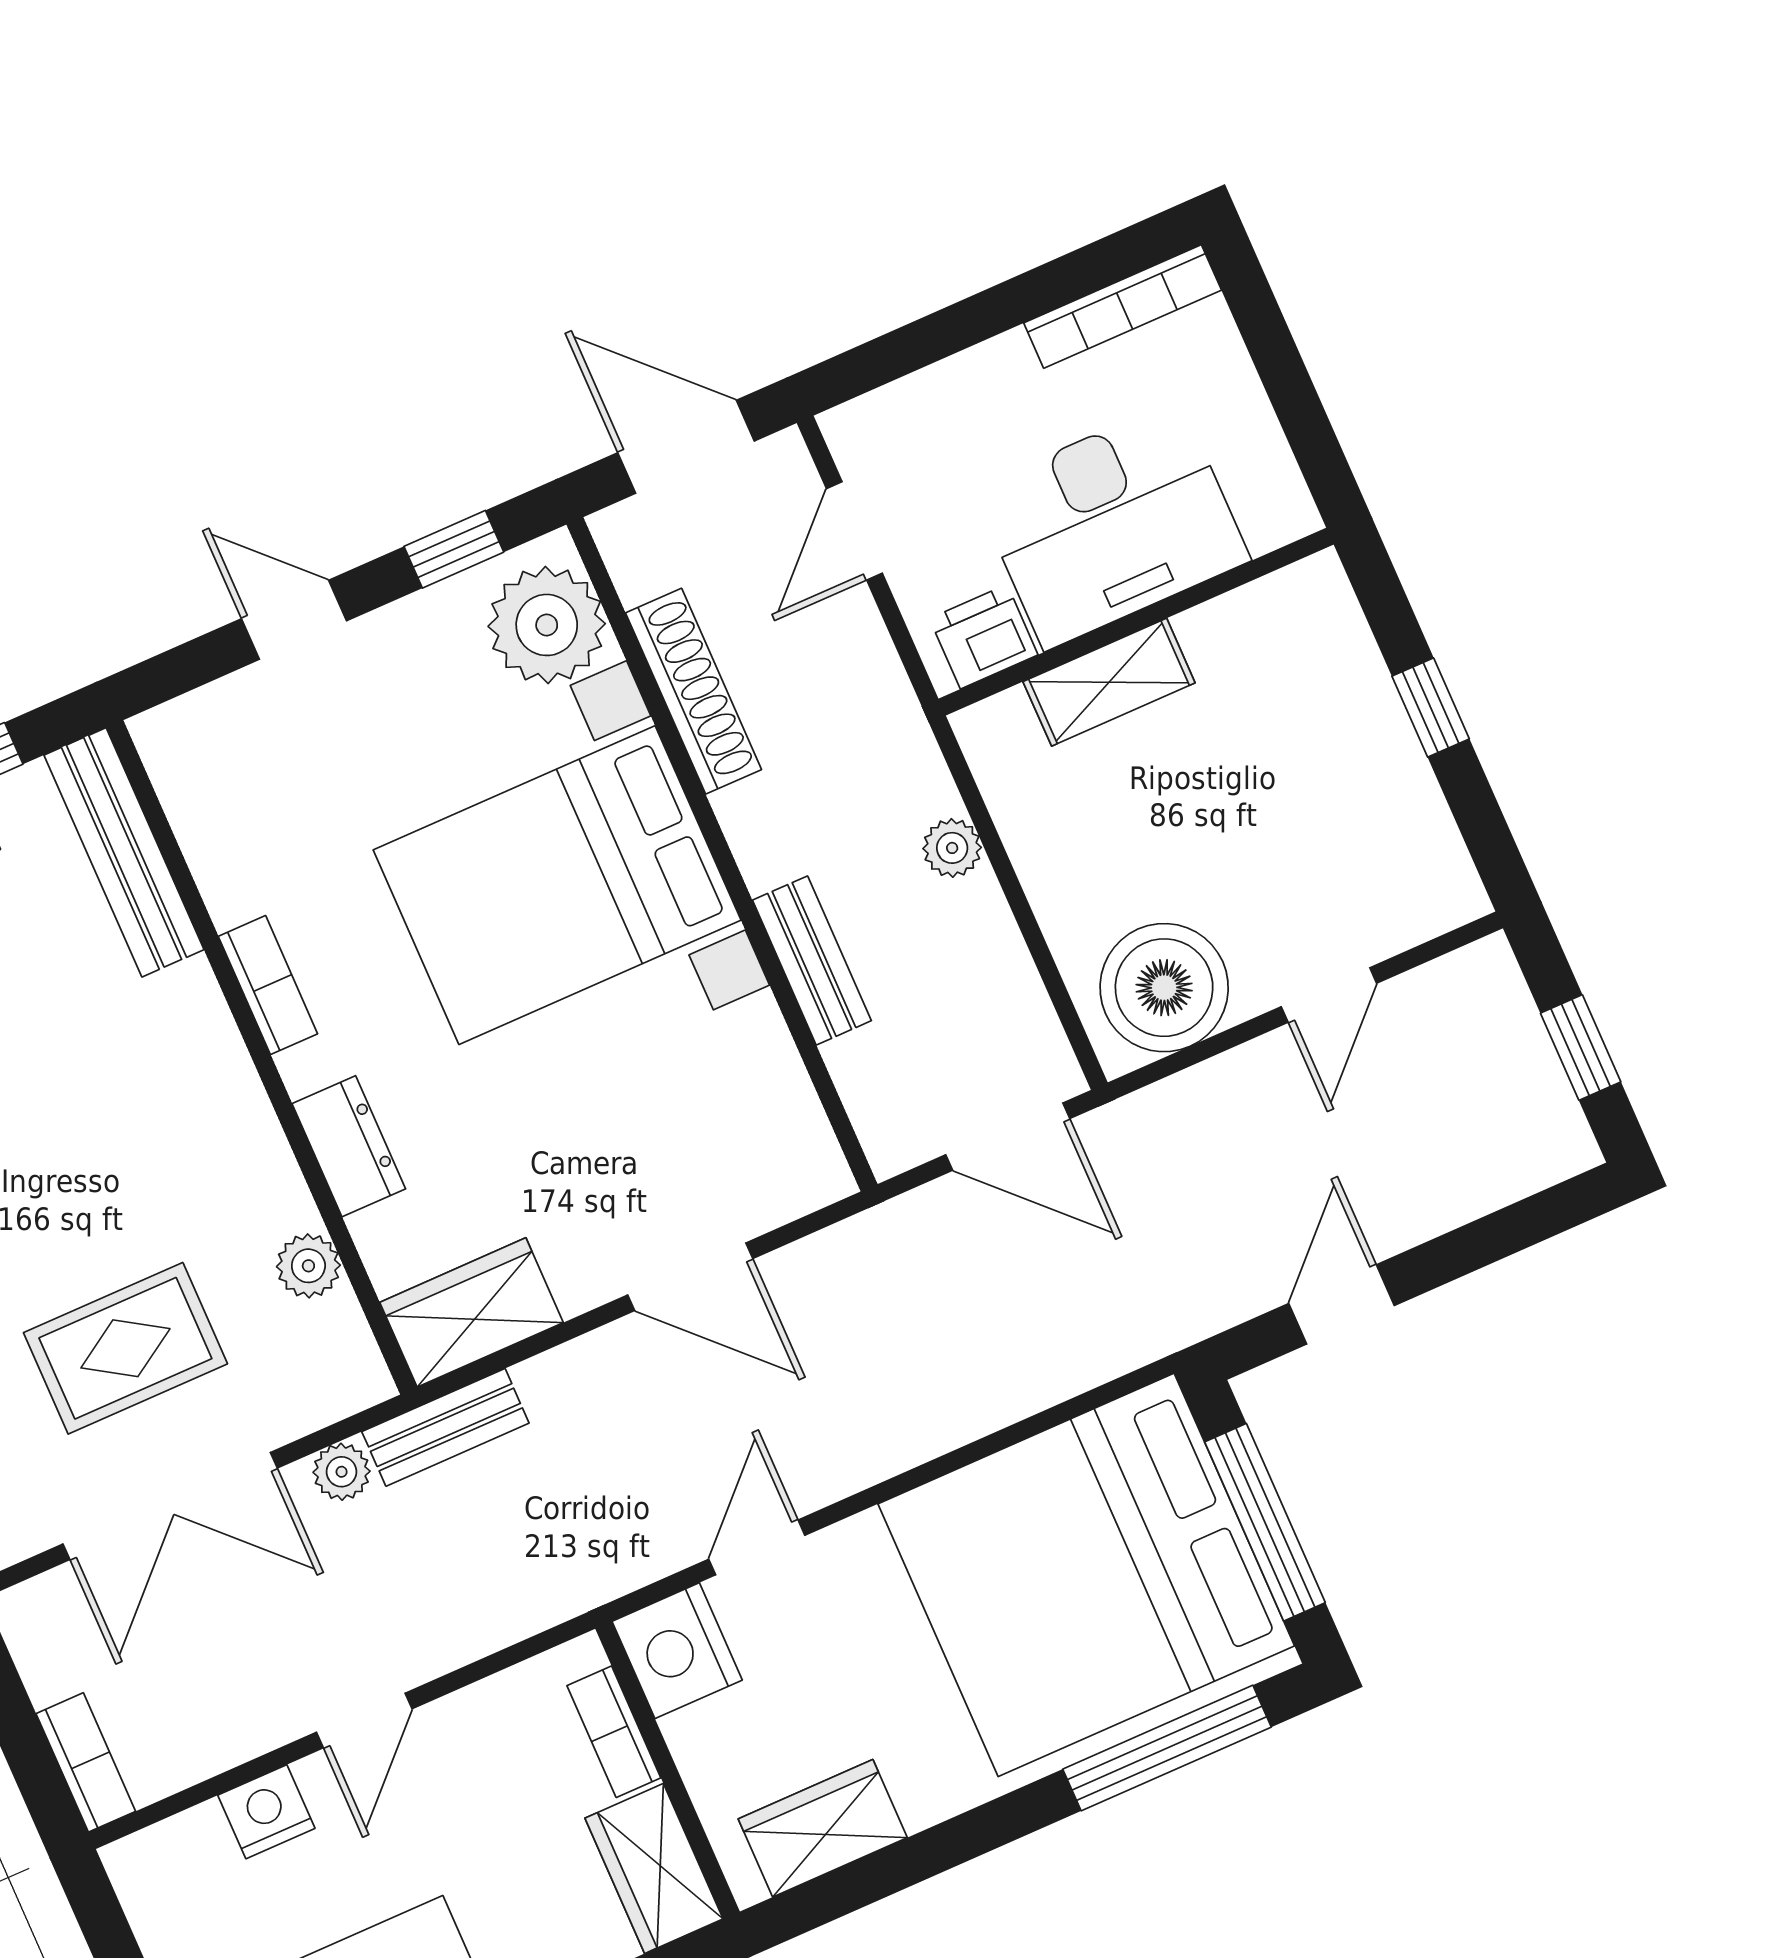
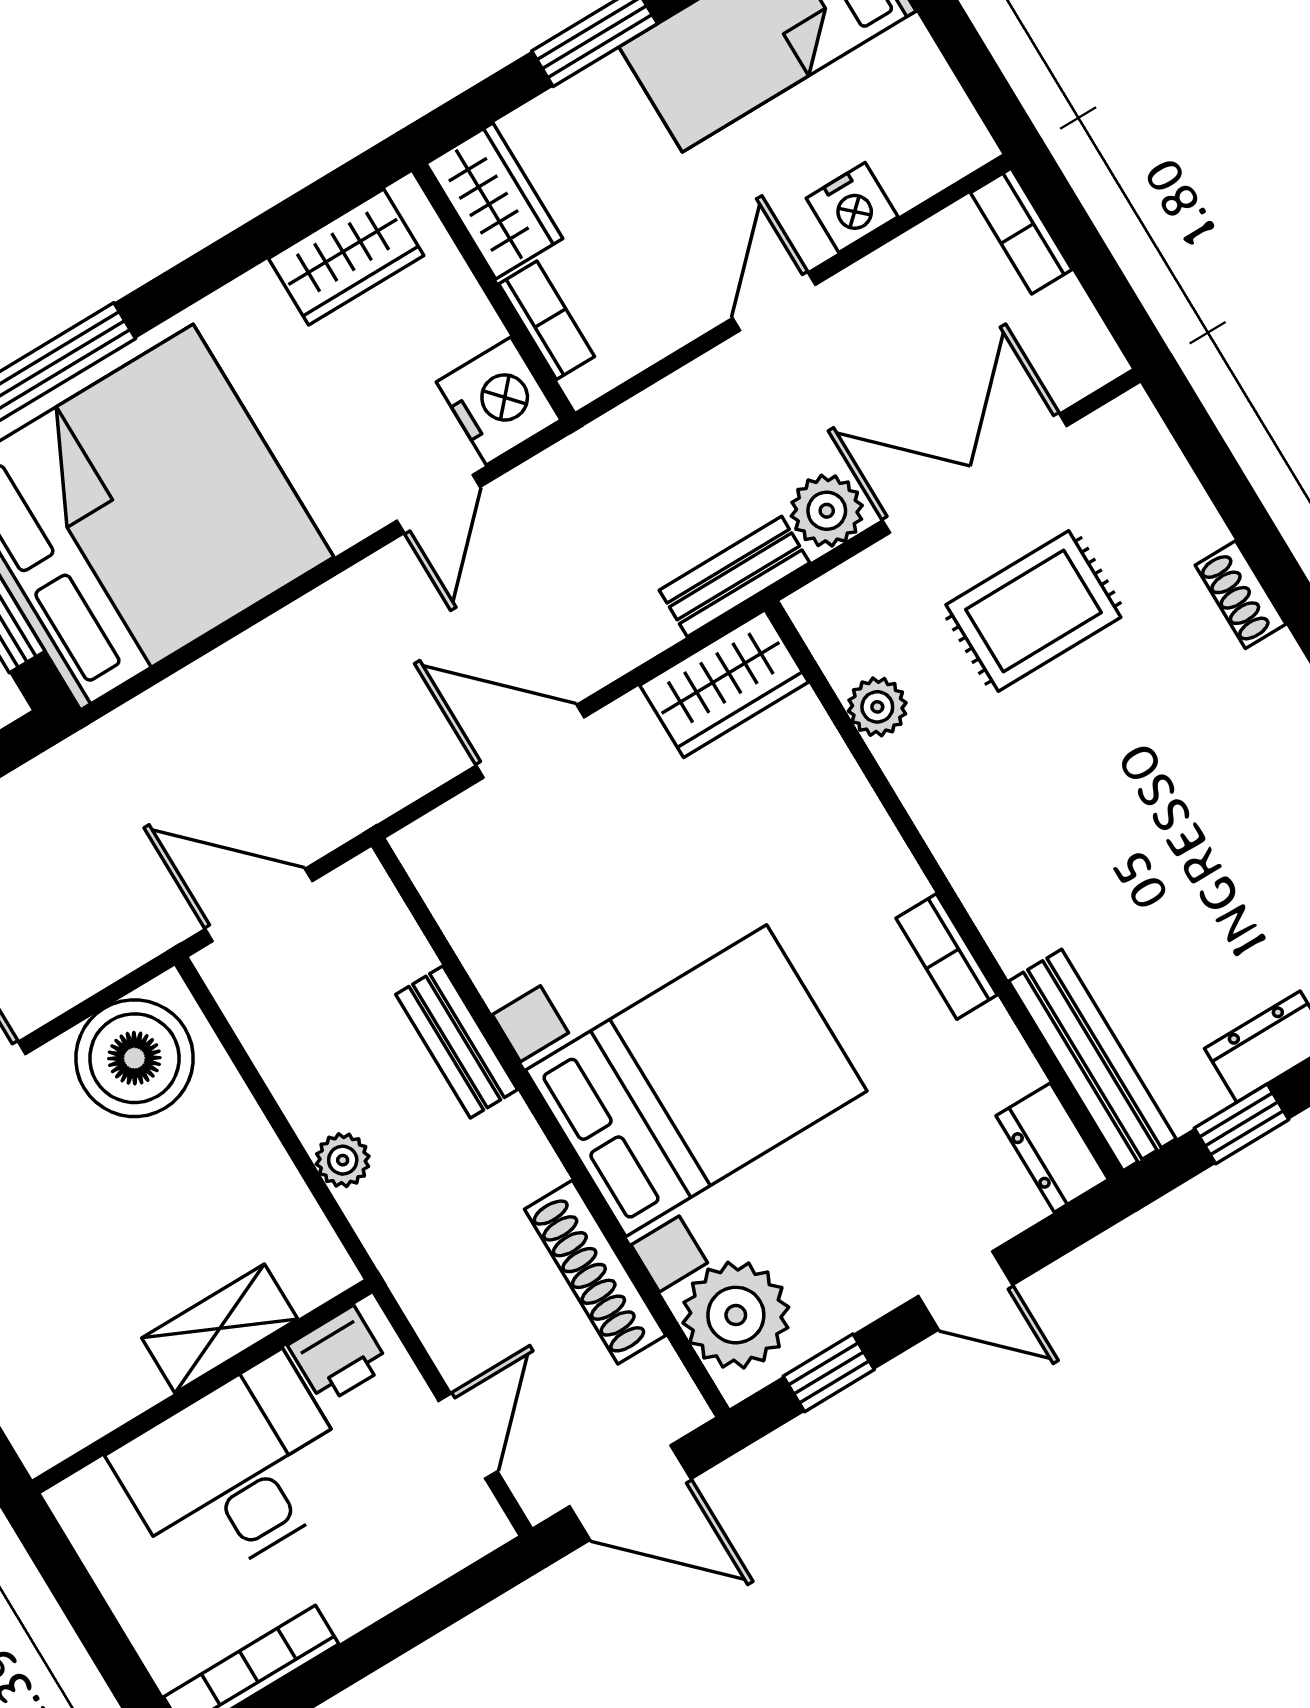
dresser: (349, 1146) -> (1052, 1148), moved
plant: (342, 1472) -> (827, 511), width x1.38, depth x1.38

